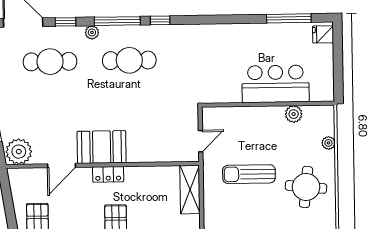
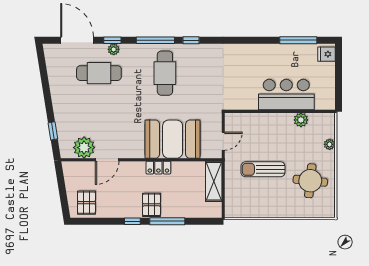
plant: (92, 32) -> (114, 49), moved
cafe table: (129, 60) -> (165, 73), turned 90
booth: (102, 147) -> (173, 139), moved, width x1.36, depth x1.42
plant: (19, 152) -> (84, 148), moved
locker: (108, 174) -> (158, 168), moved

